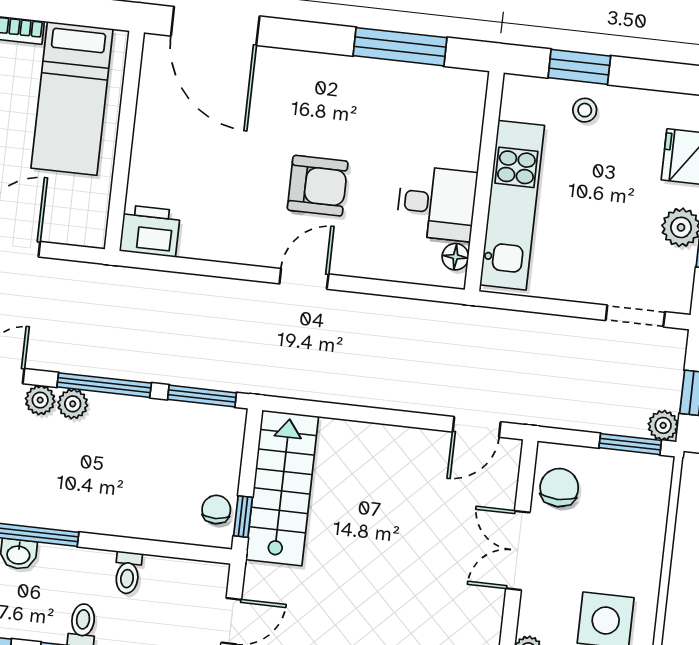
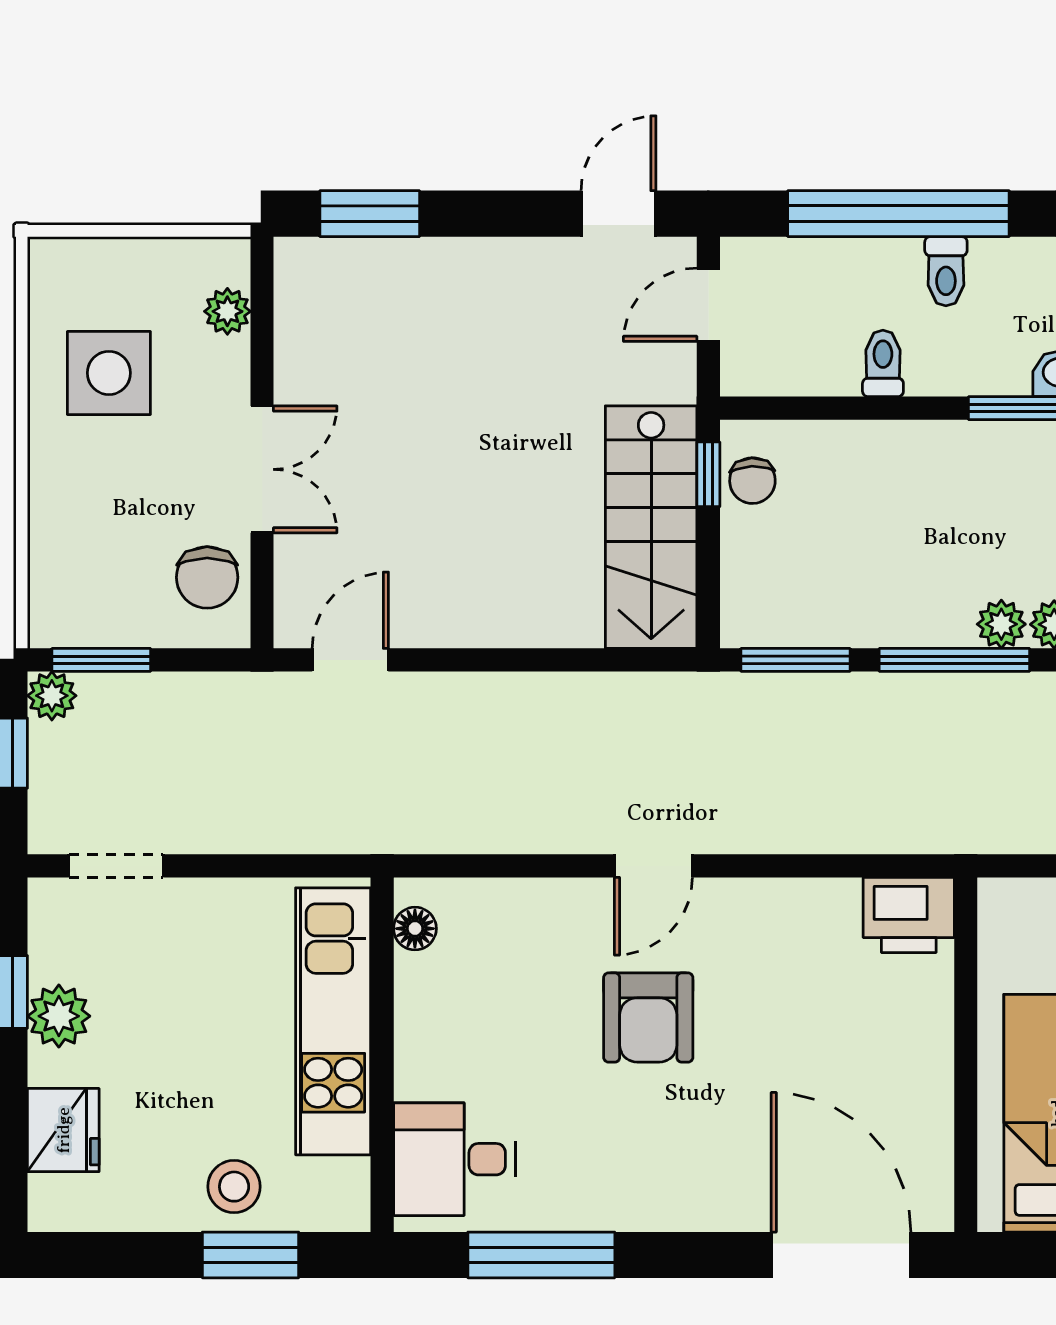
stool: (585, 110) -> (234, 1187), width x1.37, depth x1.37
armchair: (318, 186) -> (648, 1018), turned -90
desk: (437, 203) -> (454, 1159), moved

